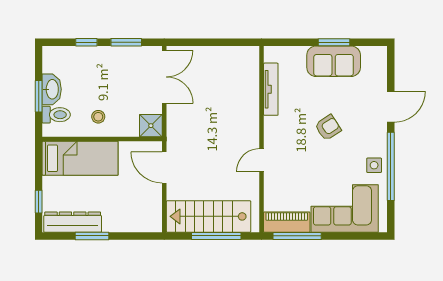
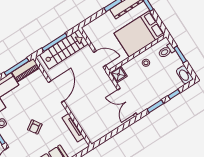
washbasin: (52, 89) -> (185, 75), moved
bed: (80, 158) -> (139, 34), width x1.50
door: (262, 160) -> (56, 92), width x1.87

